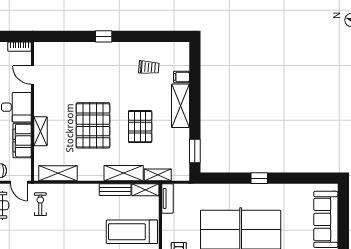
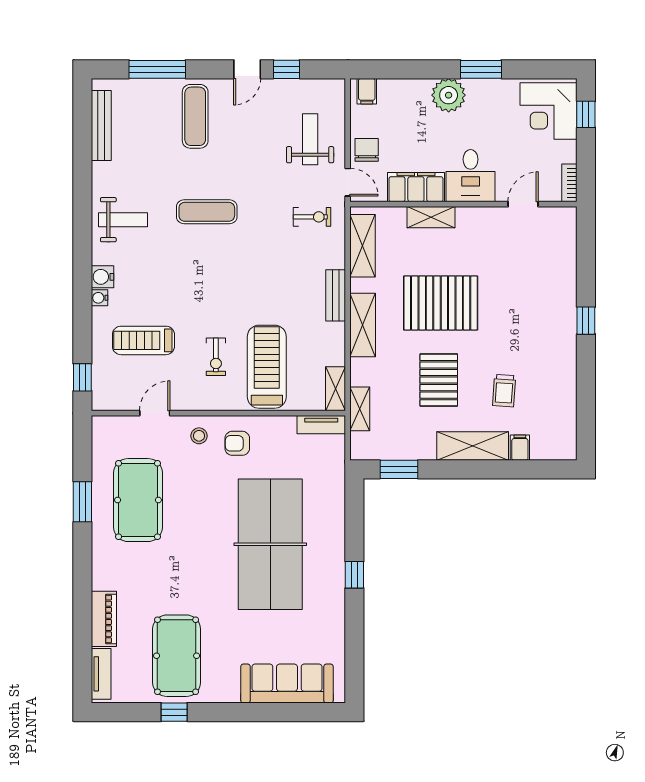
trolley: (149, 67) -> (504, 391), moved
pallet: (140, 127) -> (439, 380), turned 90
shelving: (124, 173) -> (363, 325), moved
door: (19, 182) -> (348, 182), swing flipped
bench: (115, 190) -> (336, 295), moved

